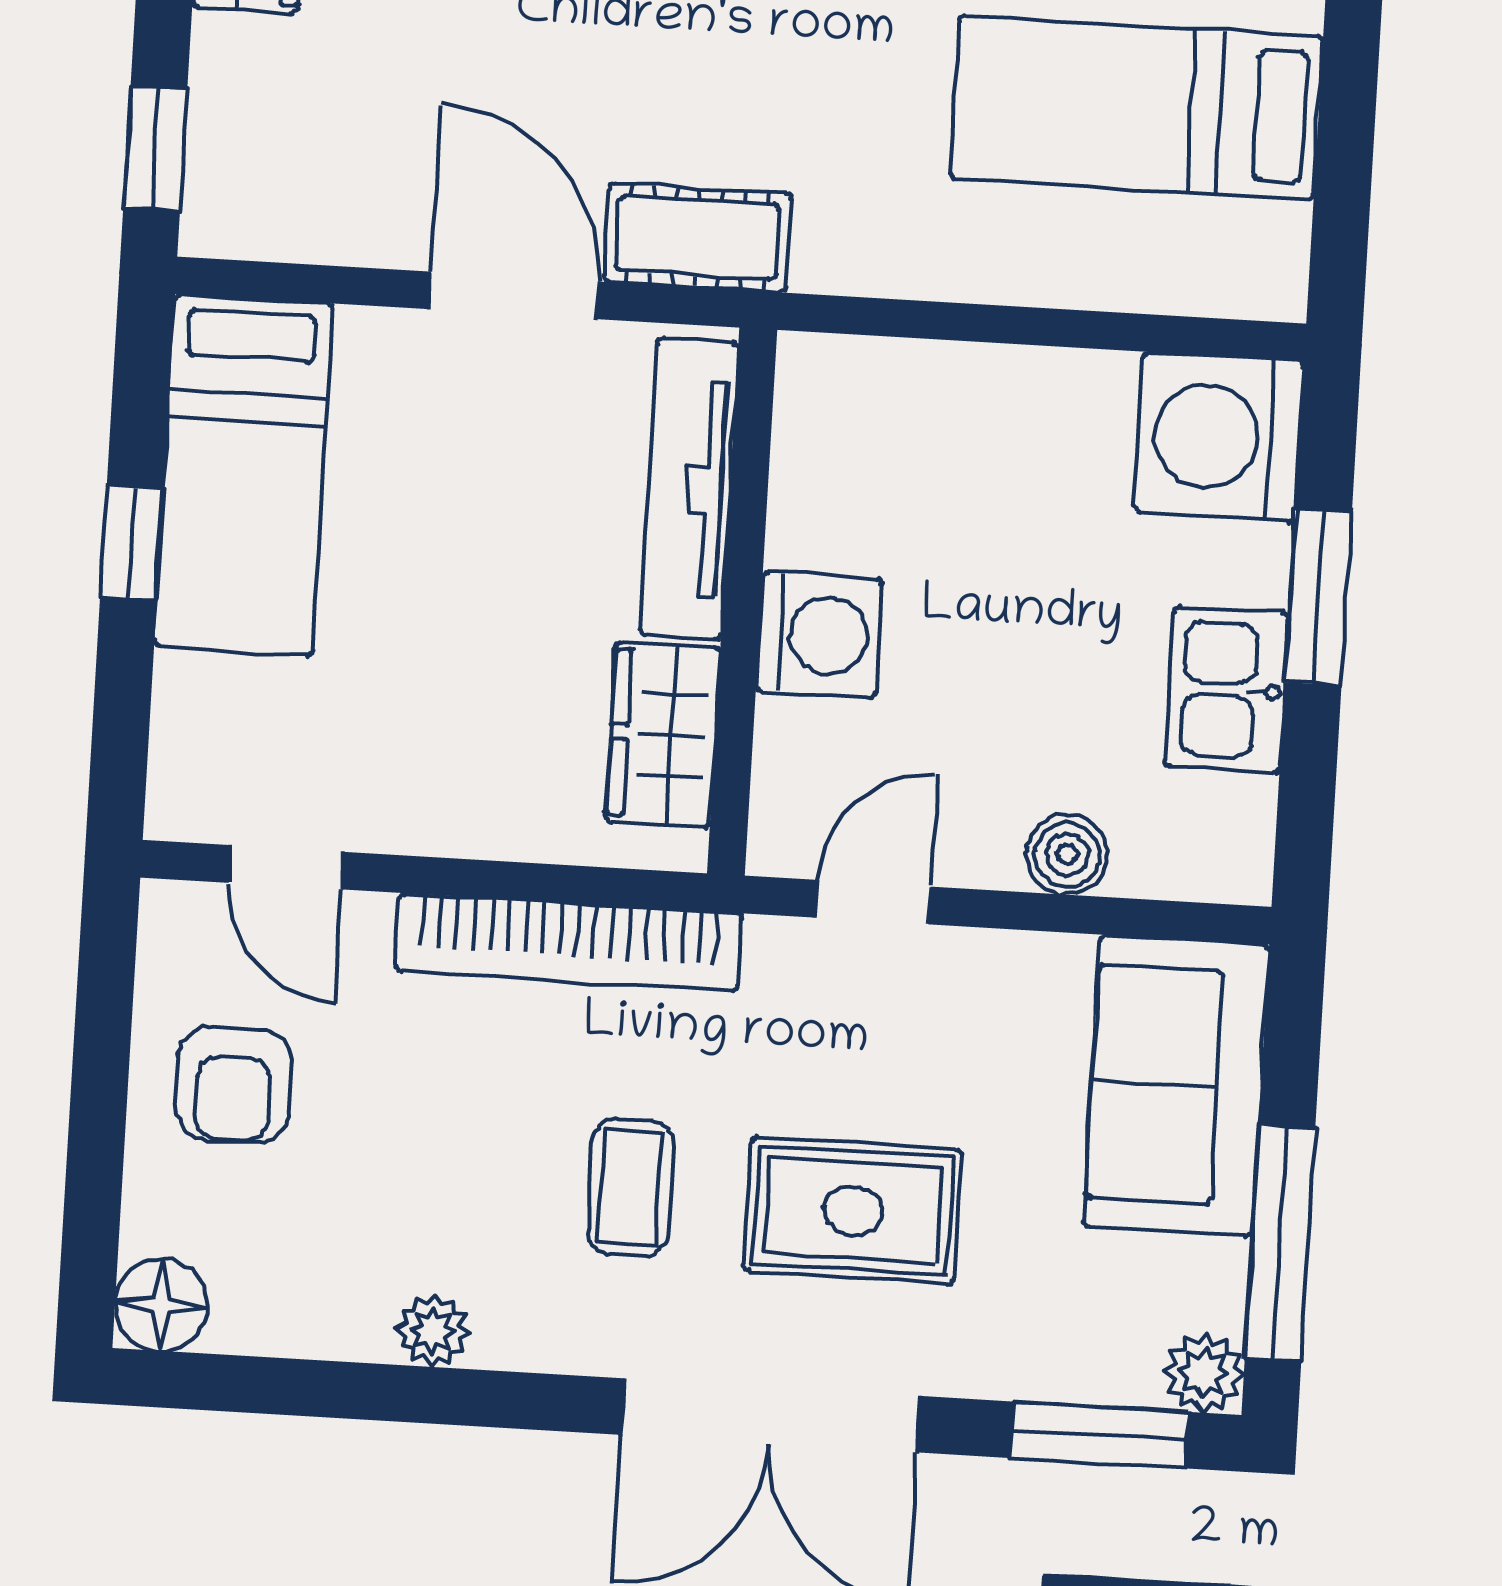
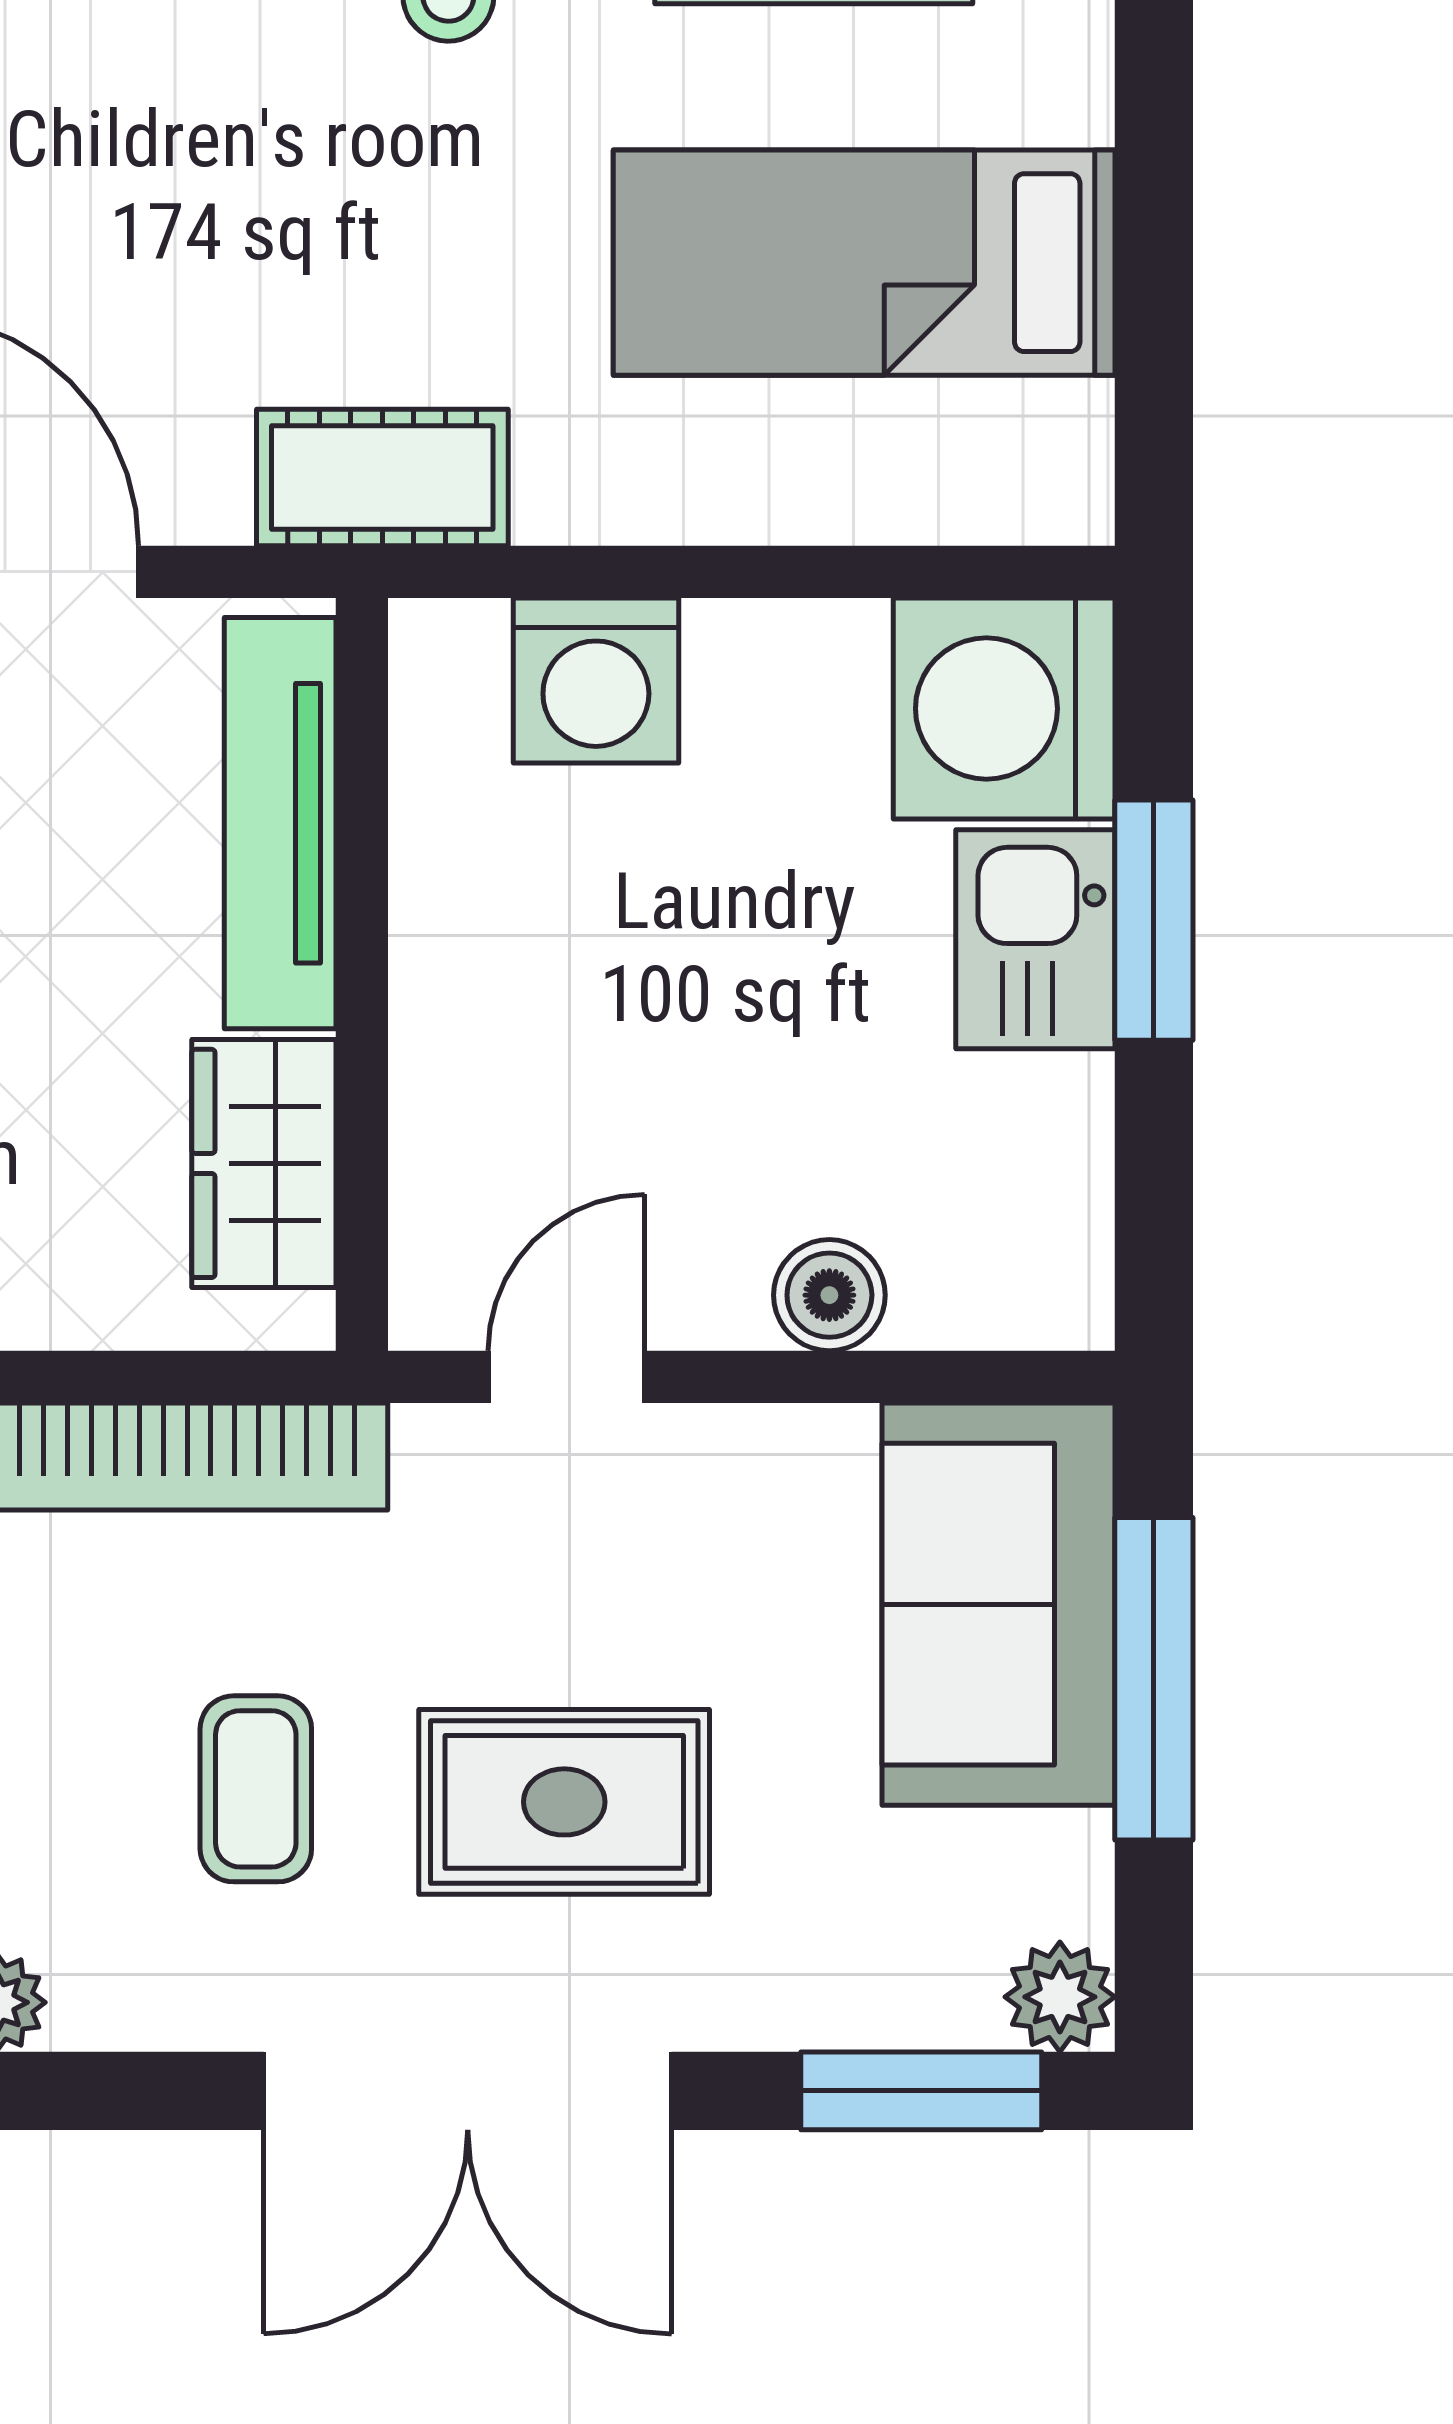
cot: (698, 238) -> (382, 477), moved
washing machine: (819, 635) -> (596, 680), moved, turned 90
kitchen sink: (1227, 690) -> (1035, 939), moved
window: (1280, 1243) -> (1154, 1679), moved

